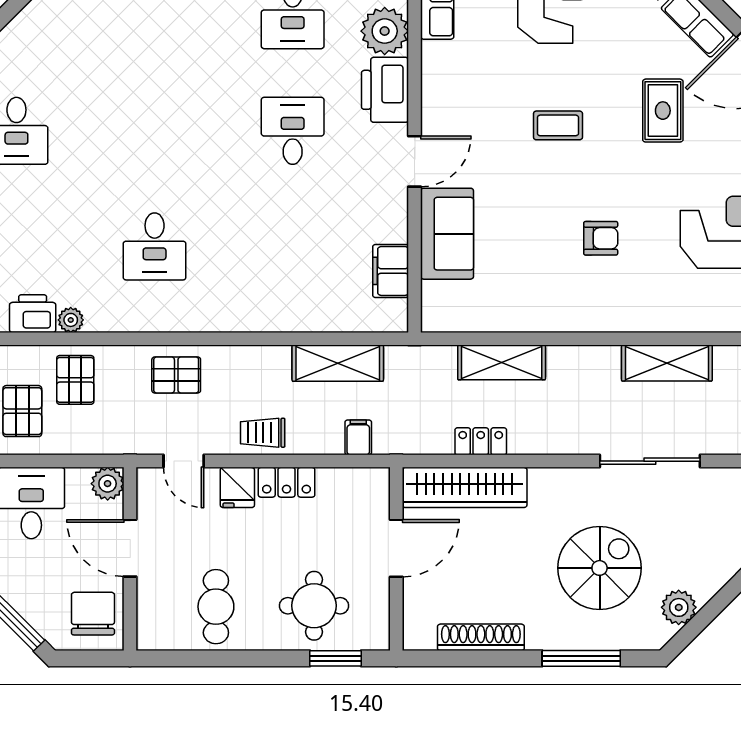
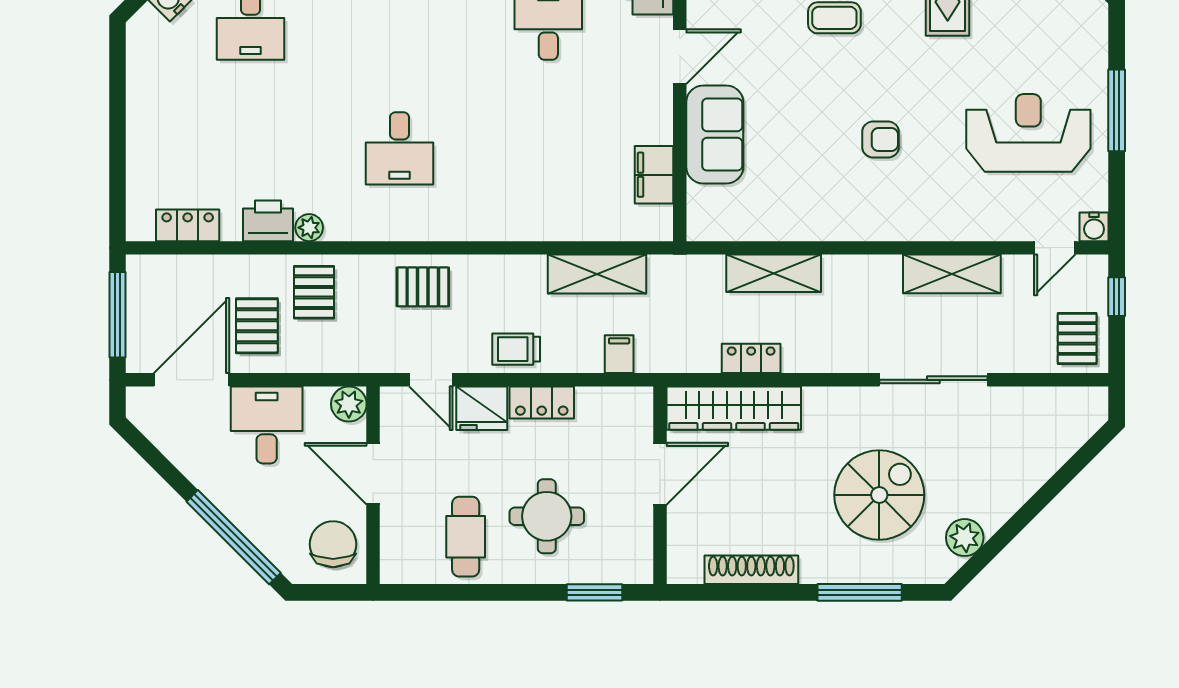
fridge: (237, 487) -> (482, 408), width x1.38
round table: (314, 606) -> (547, 516), moved

